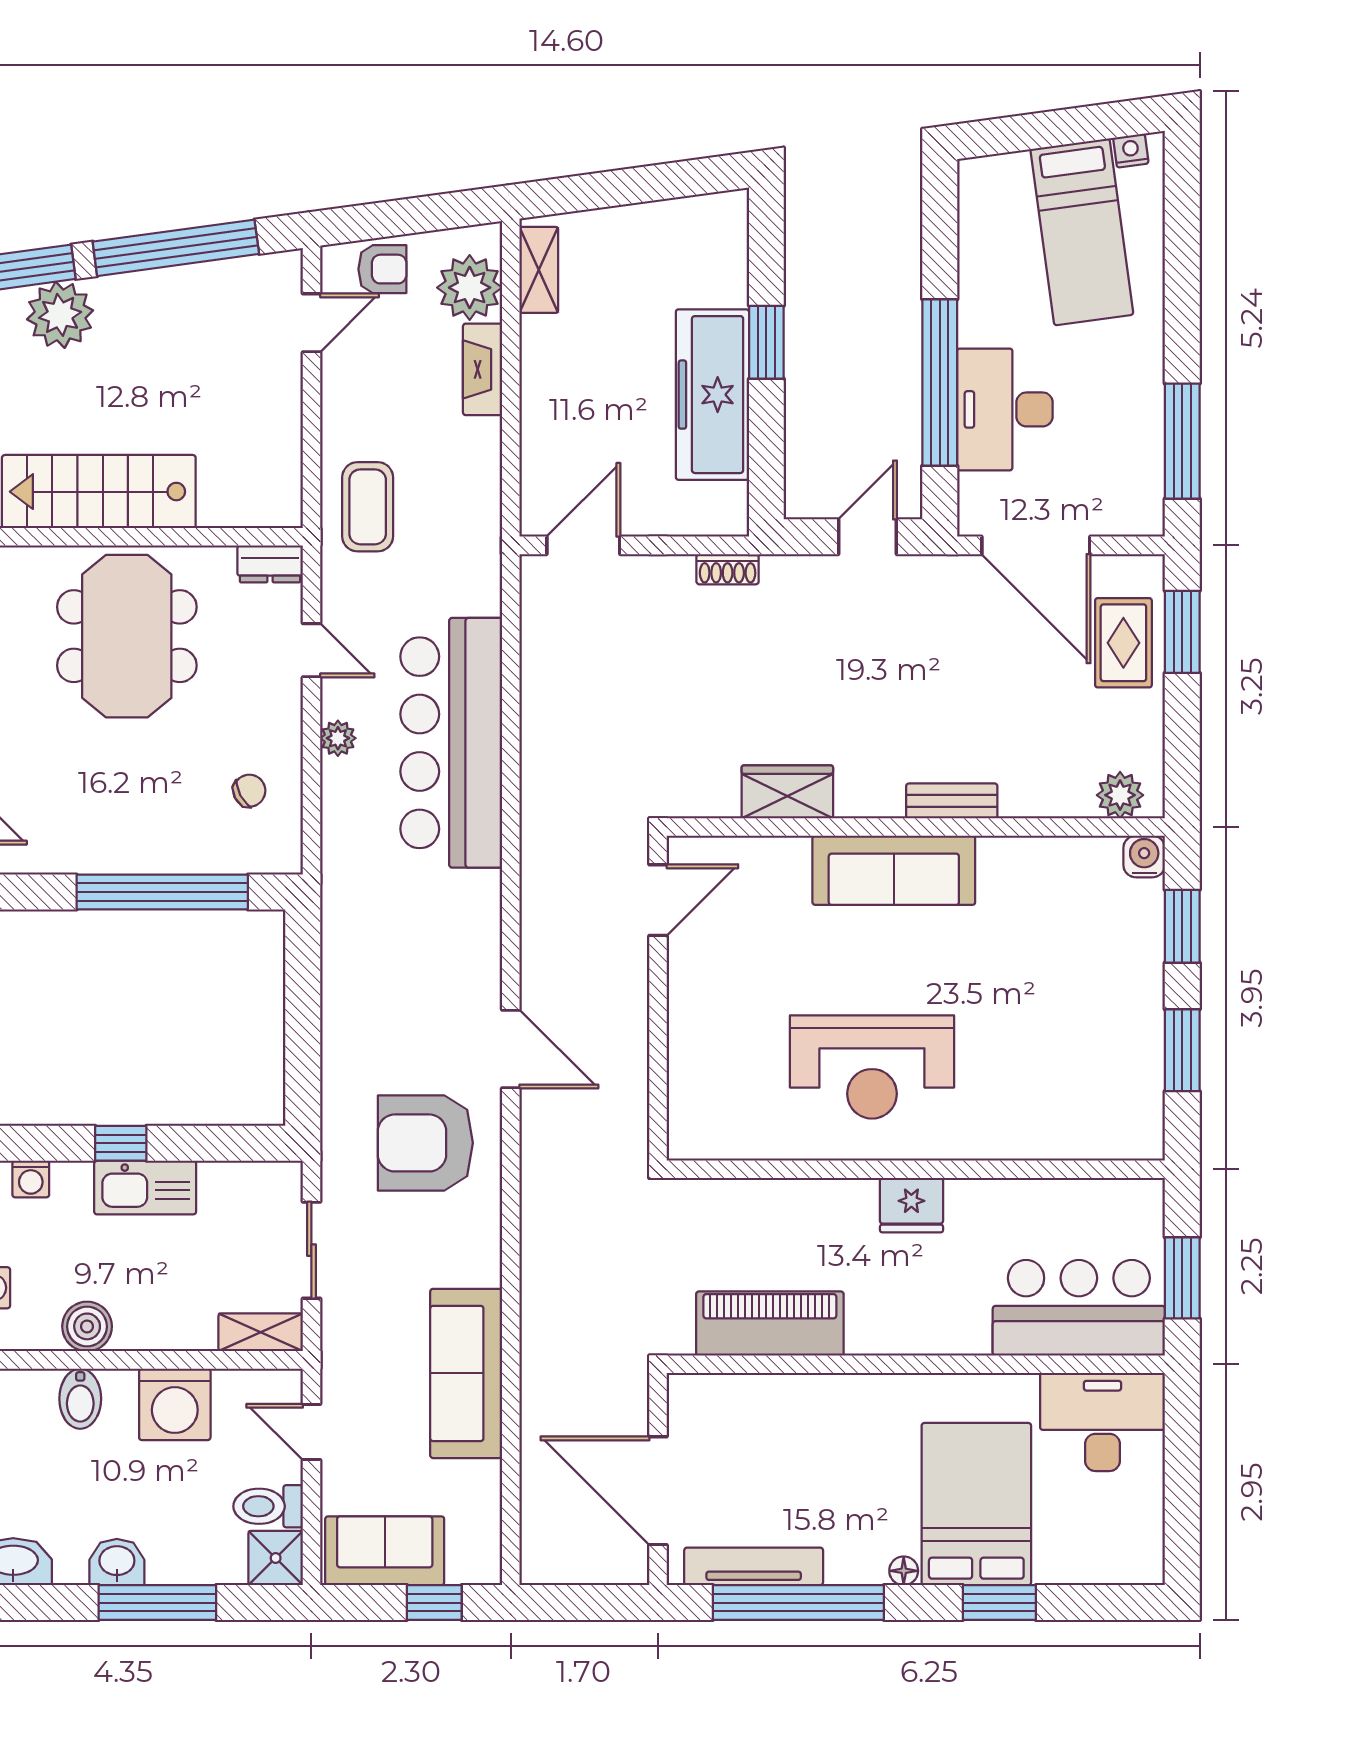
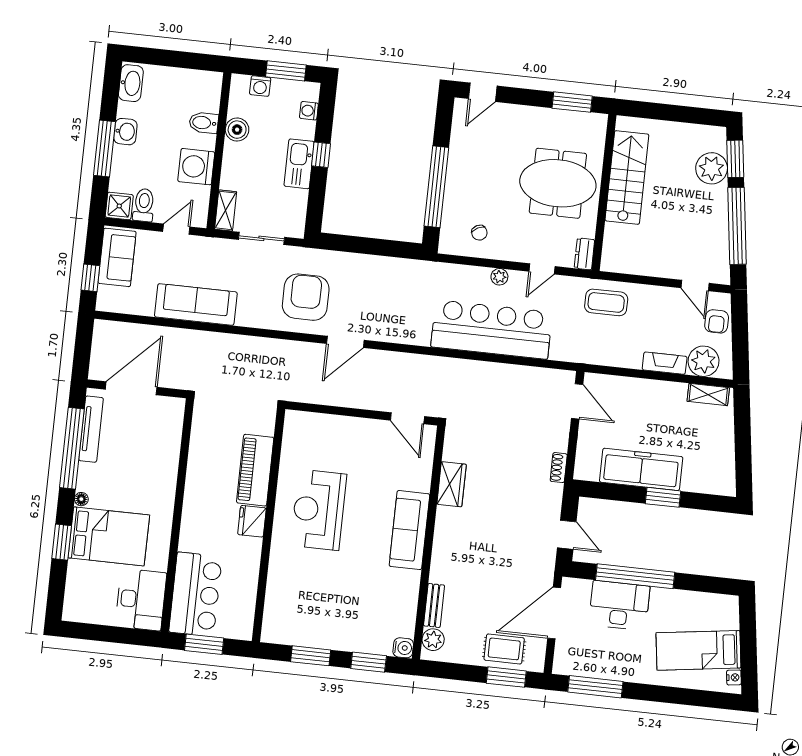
bench: (952, 801) -> (434, 605), moved
piano: (770, 1324) -> (255, 470), moved, turned 180

